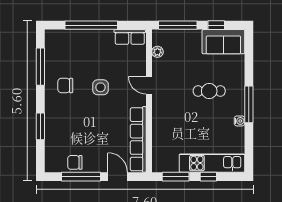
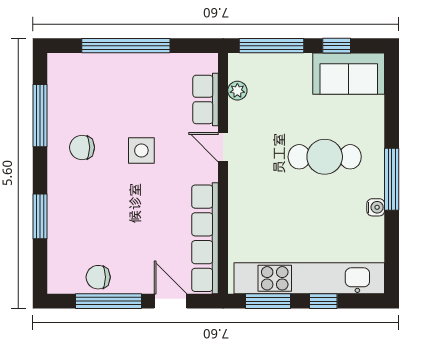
row of seats: (130, 37) -> (206, 99), moved, turned 90
cafe table: (209, 91) -> (325, 157), width x1.37, depth x1.35
kitchen unit: (212, 163) -> (309, 278), width x1.36

